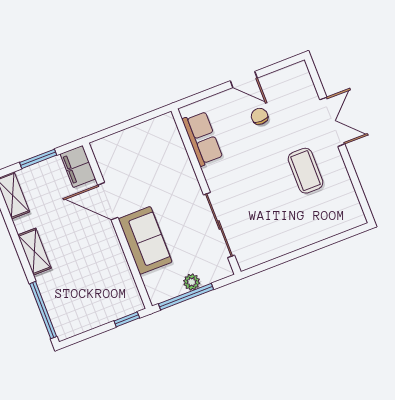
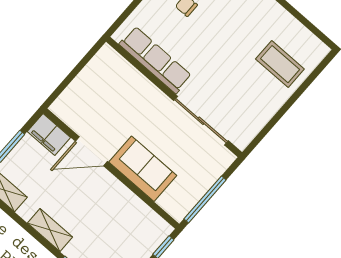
row of seats: (202, 138) -> (155, 60), width x1.48
coffee table: (306, 171) -> (280, 64), moved
plant: (192, 282) -> (203, 184), removed

